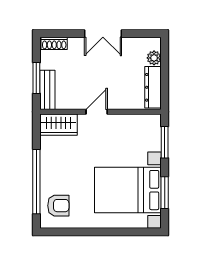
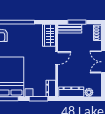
door: (97, 112) -> (57, 58), hinge flipped
dresser: (147, 122) -> (51, 88), added

